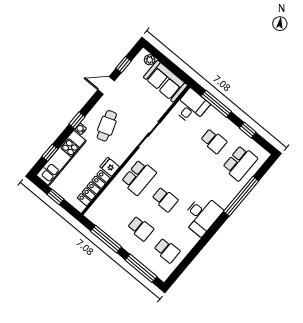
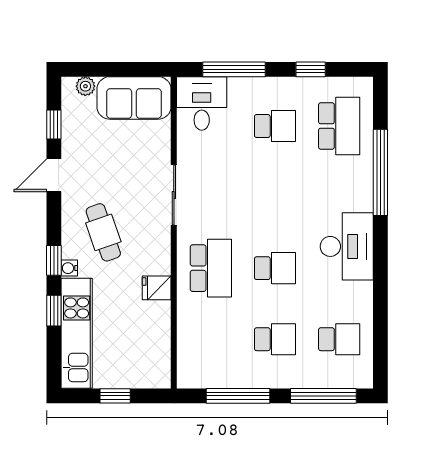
window: (50, 153) -> (54, 311), moved
locker: (94, 188) -> (159, 337), removed

